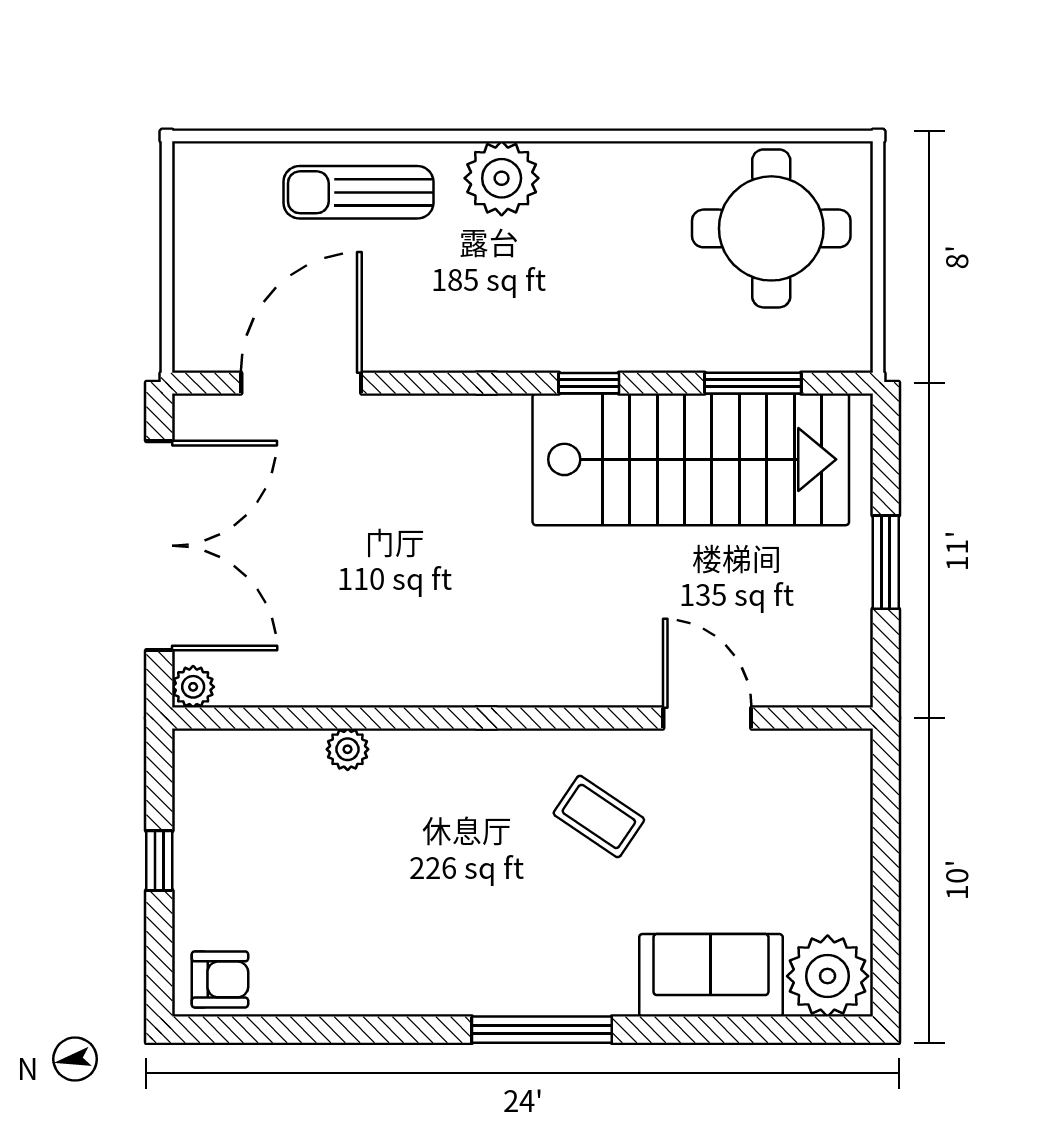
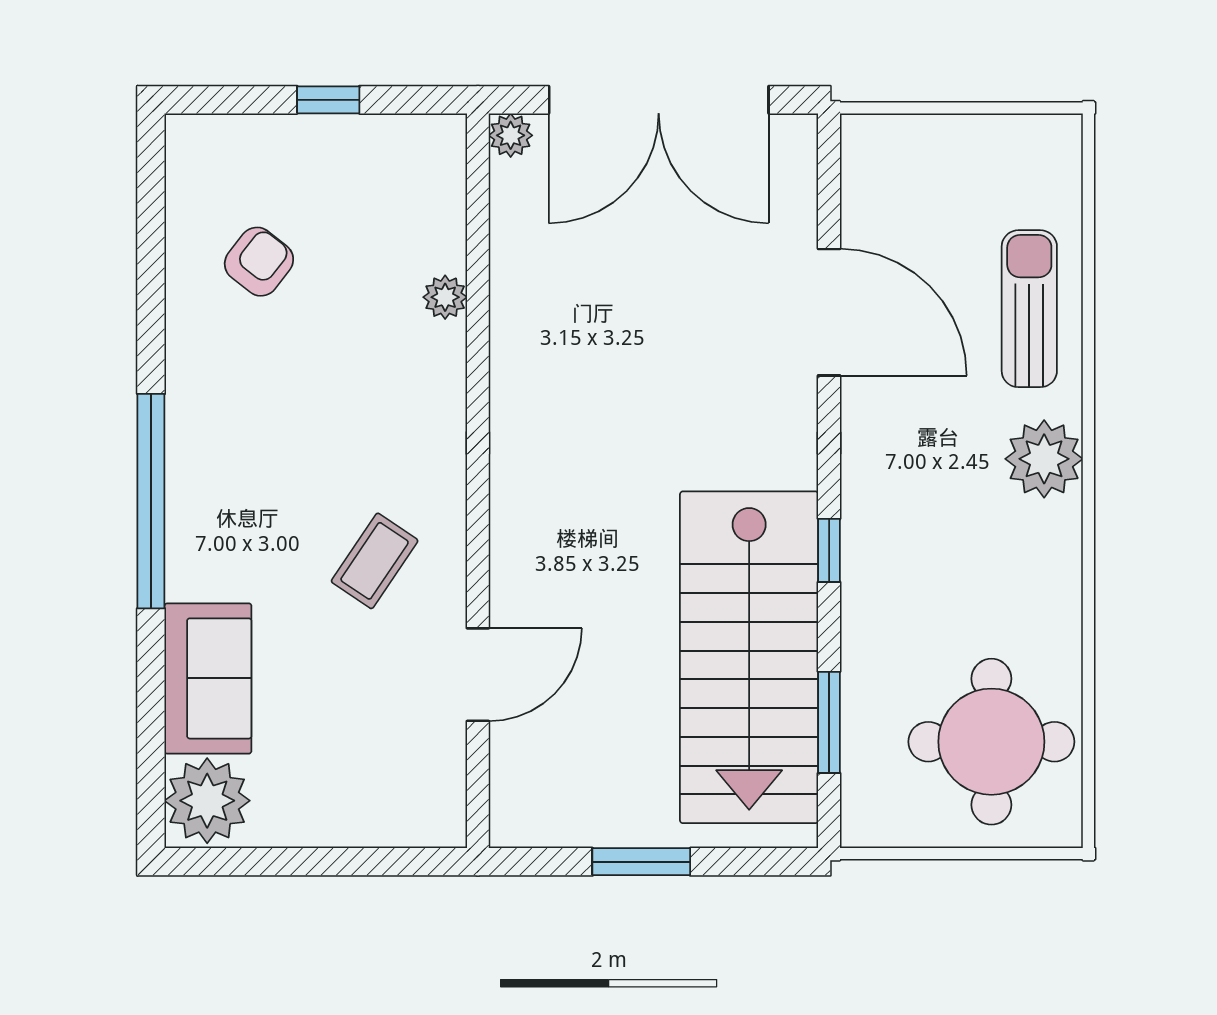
door: (301, 383) -> (829, 312), moved
armchair: (220, 979) -> (259, 262), moved, turned -142
window: (542, 1030) -> (151, 501), width x1.46

